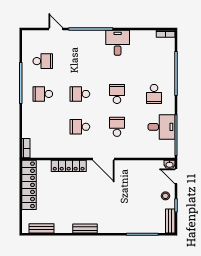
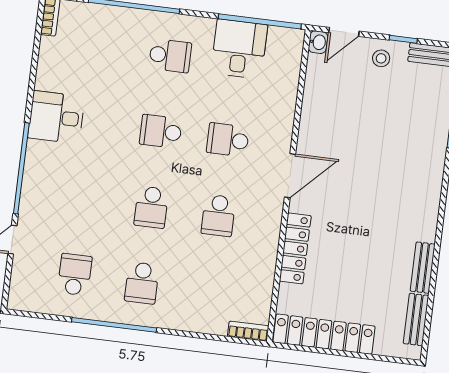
bench: (85, 228) -> (423, 268), moved

